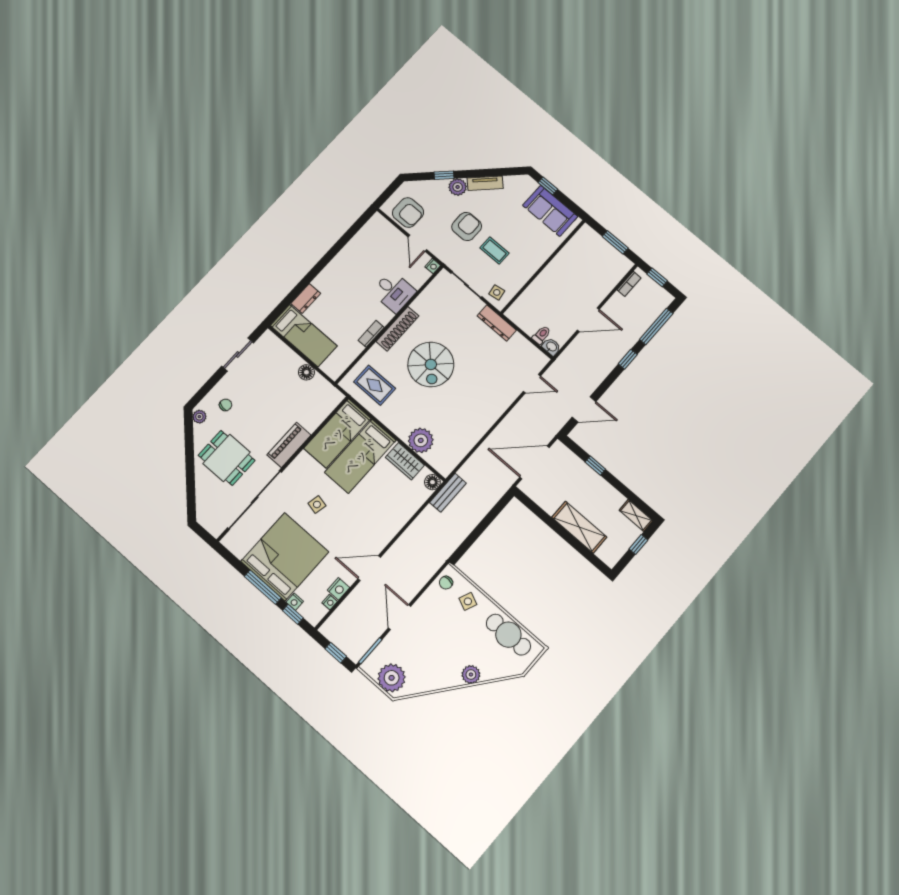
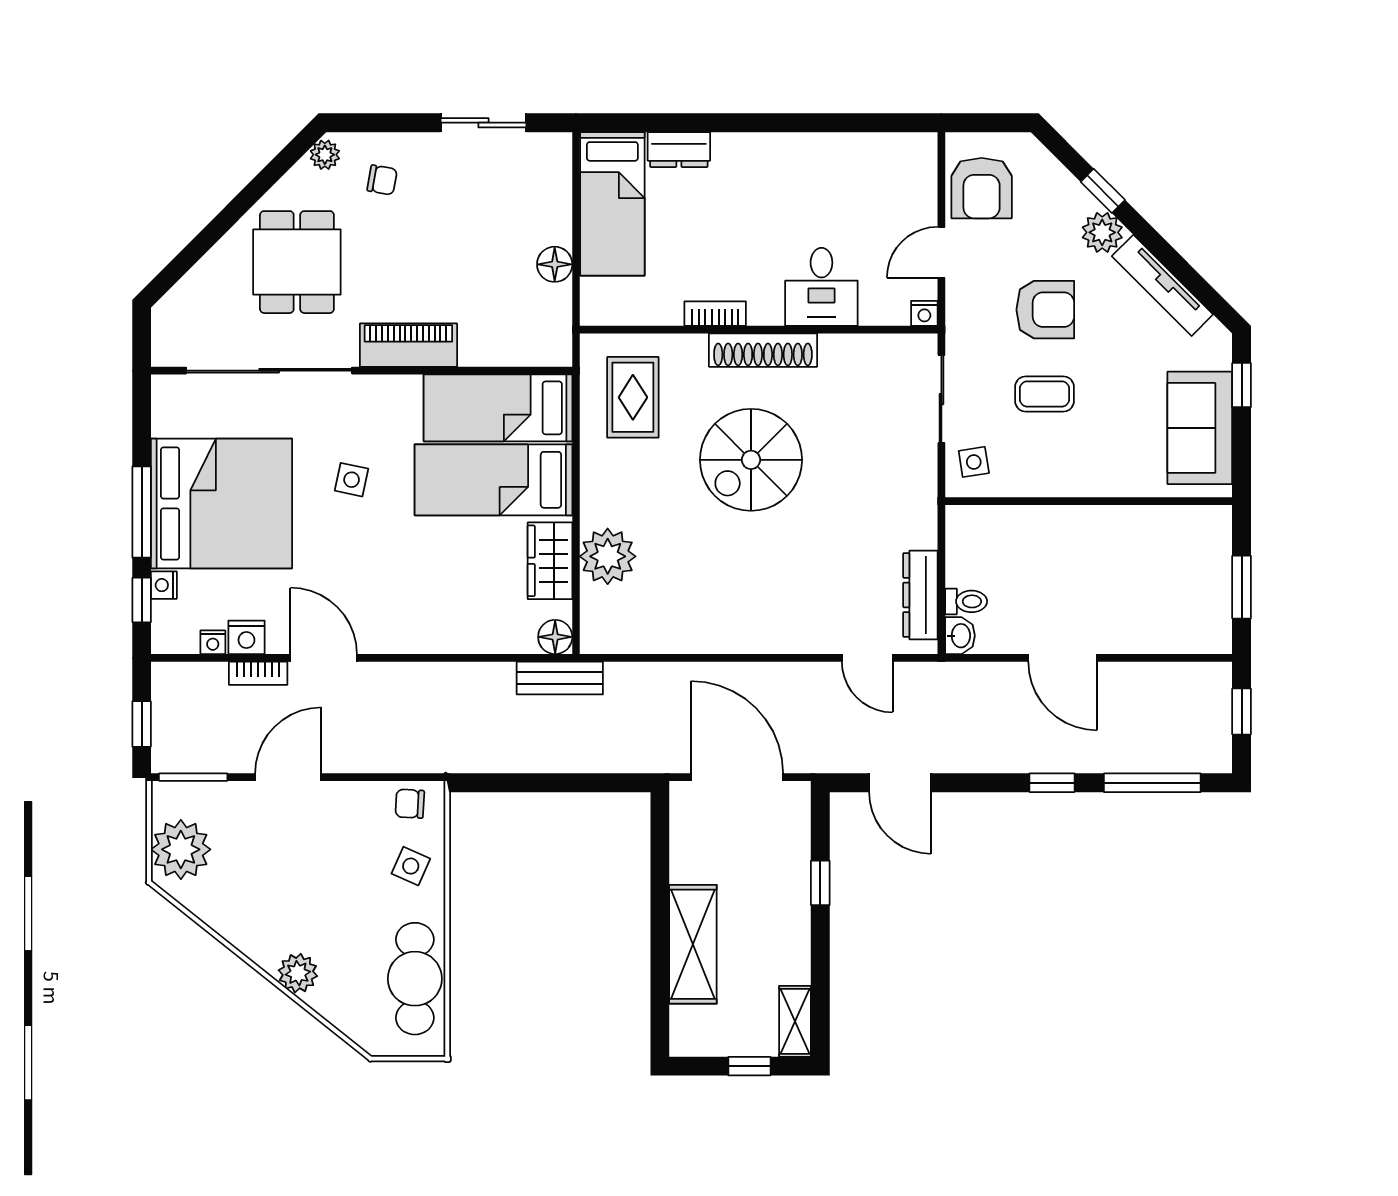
tv unit: (485, 183) -> (1162, 285), width x1.41
coffee table: (494, 250) -> (1044, 394), turned 90
bookcase: (629, 284) -> (258, 673), moved
dresser: (497, 323) -> (920, 595), moved

